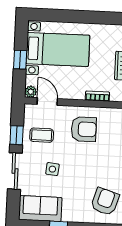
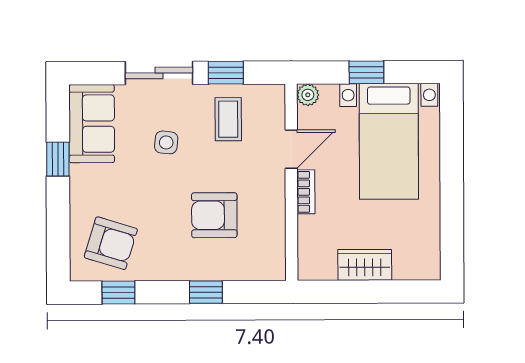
bookcase: (97, 96) -> (306, 192), moved
door: (47, 102) -> (291, 149), moved
armchair: (84, 129) -> (214, 215), moved, turned 90

